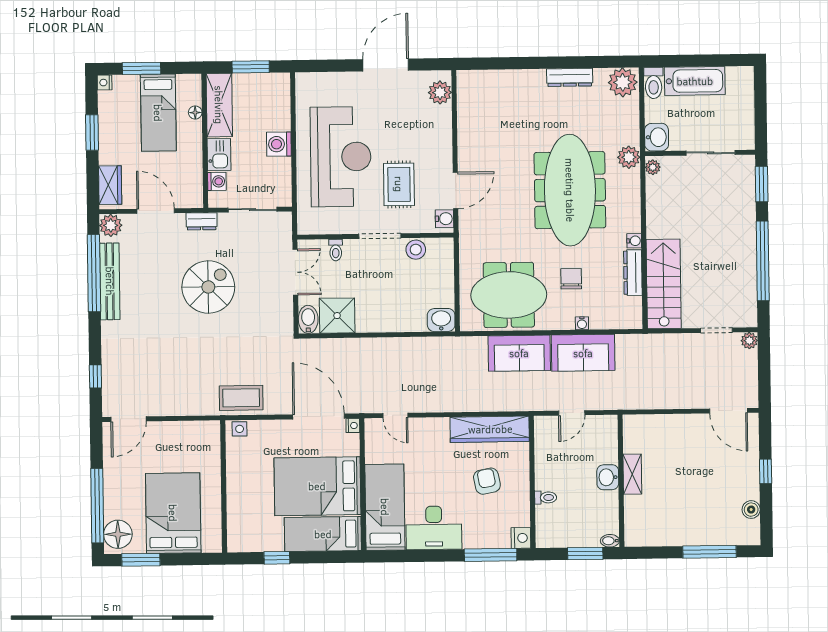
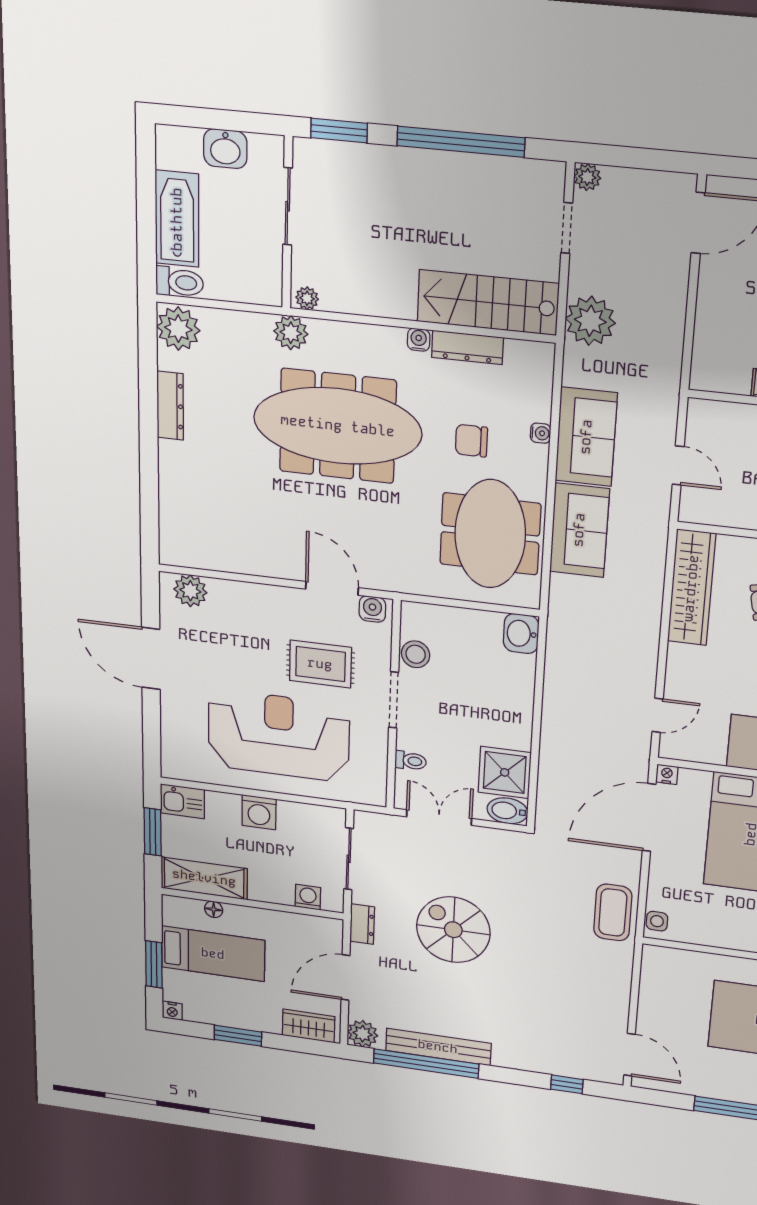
washbasin: (657, 137) -> (225, 149), moved, turned 180
kitchen sink: (219, 155) -> (182, 801), moved, turned 180
plant: (659, 349) -> (590, 321), added

